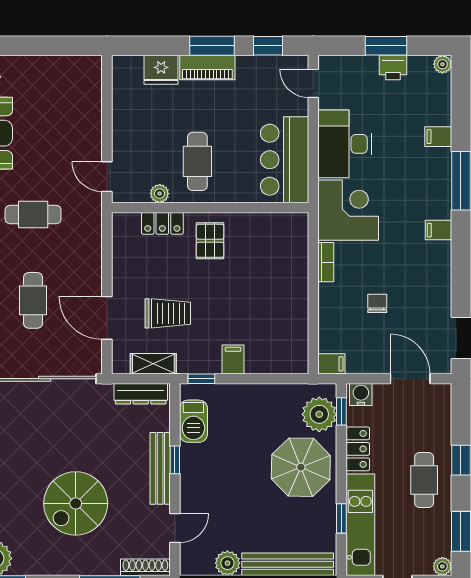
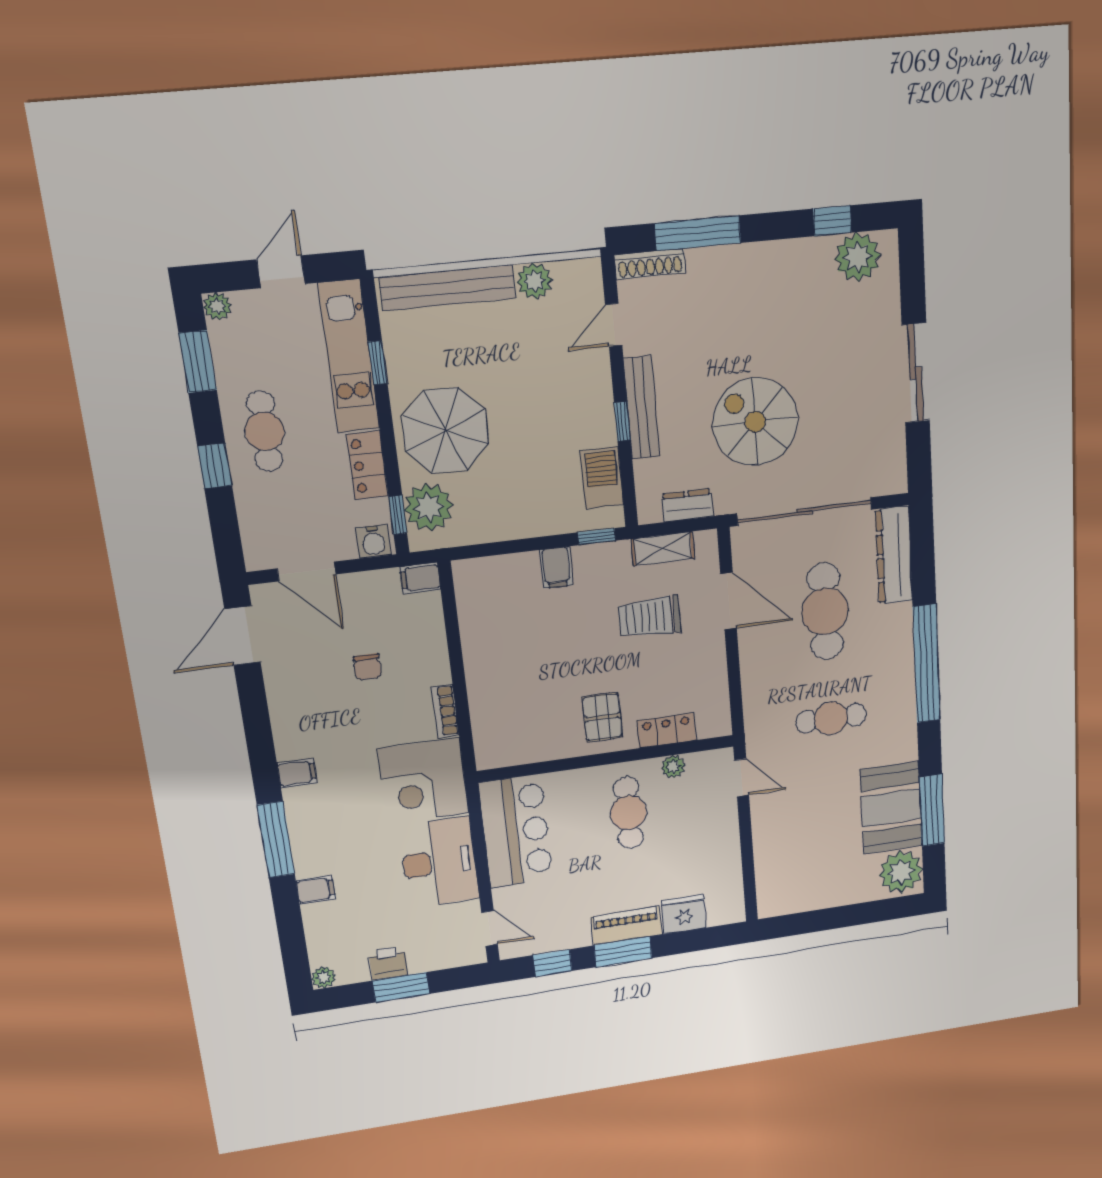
cafe table: (33, 300) -> (825, 611), width x1.37, depth x1.35
dresser: (141, 394) -> (687, 505), width x0.70
spiral stairs: (76, 503) -> (755, 422), moved, turned -90

